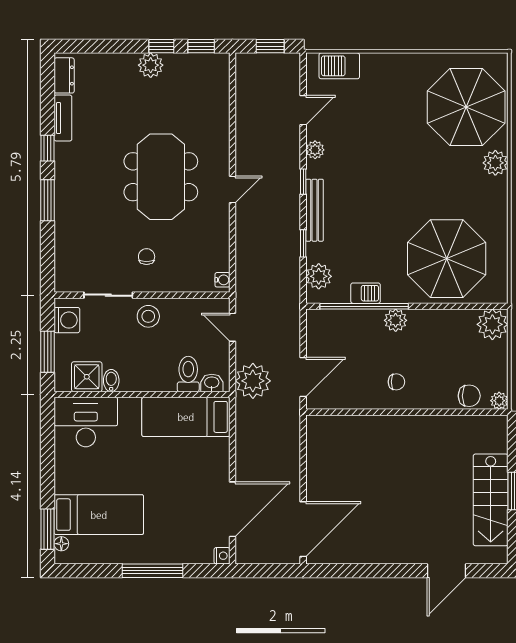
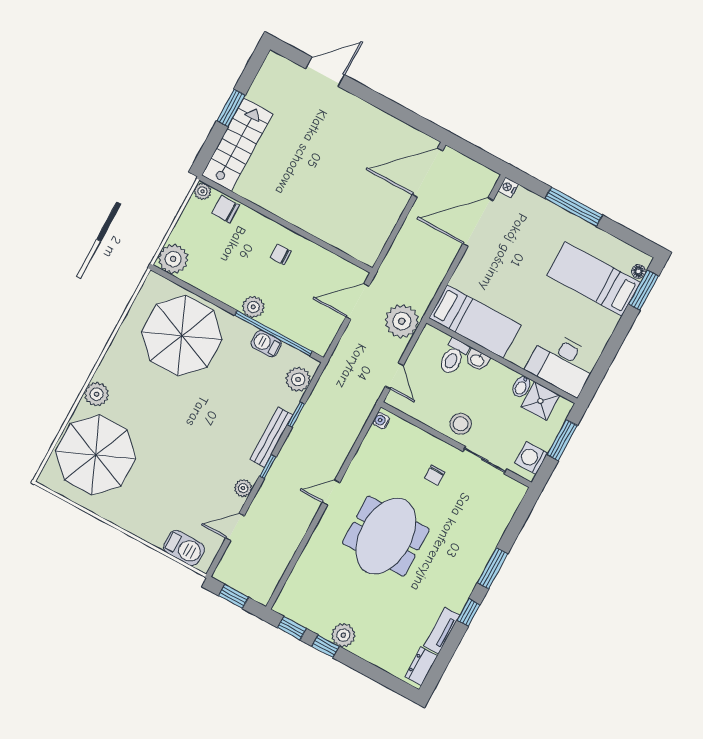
washbasin: (212, 383) -> (477, 360), moved
stairs: (491, 500) -> (237, 144), moved

